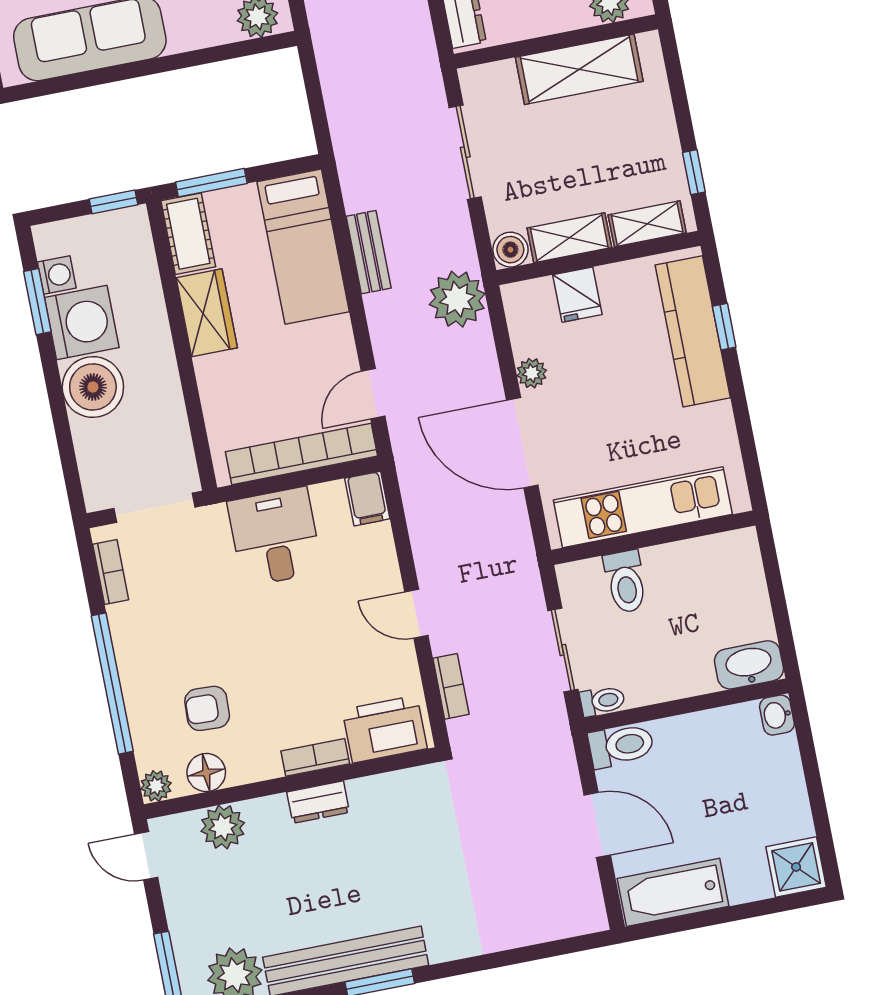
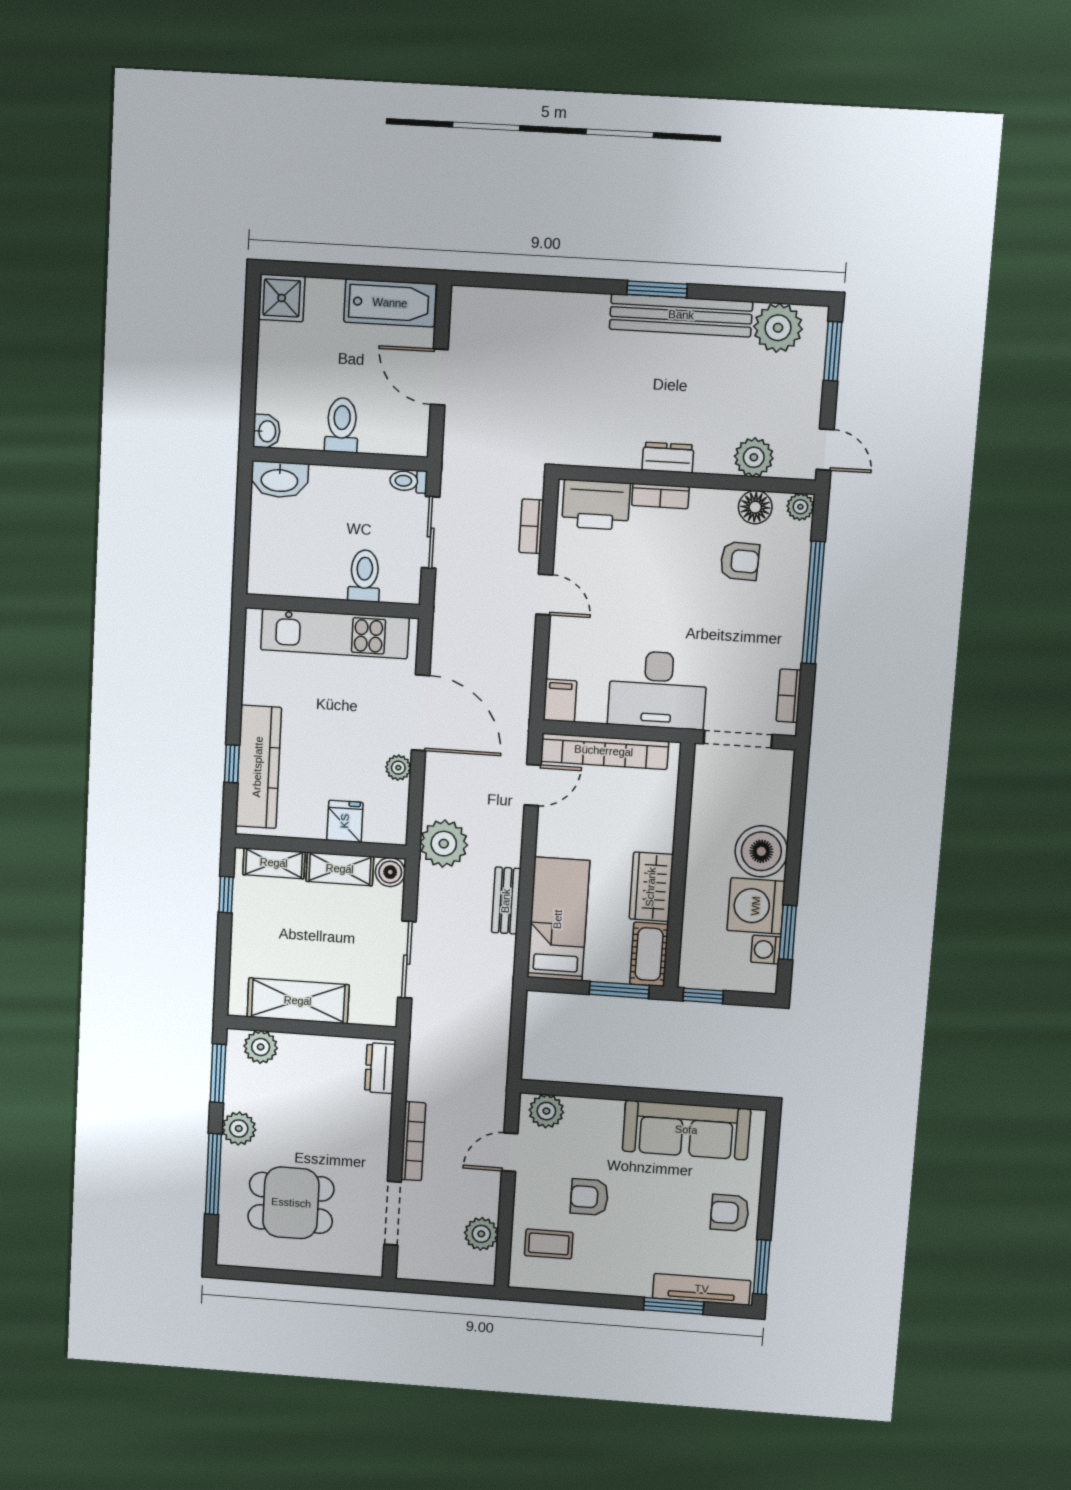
desk: (275, 537) -> (658, 690), width x1.37
toilet: (621, 745) -> (342, 425), moved, turned 90

